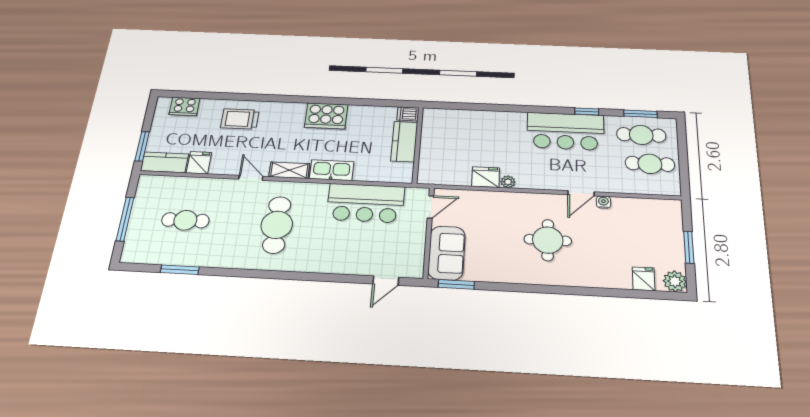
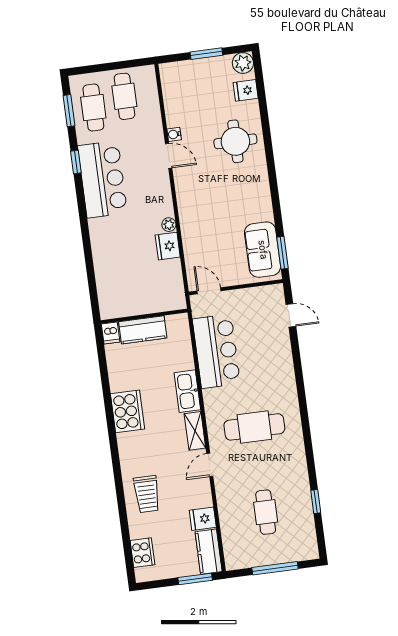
round table: (548, 240) -> (235, 141), moved
sofa: (447, 253) -> (263, 250), moved, turned -90
window: (180, 270) -> (316, 502), width x0.67

